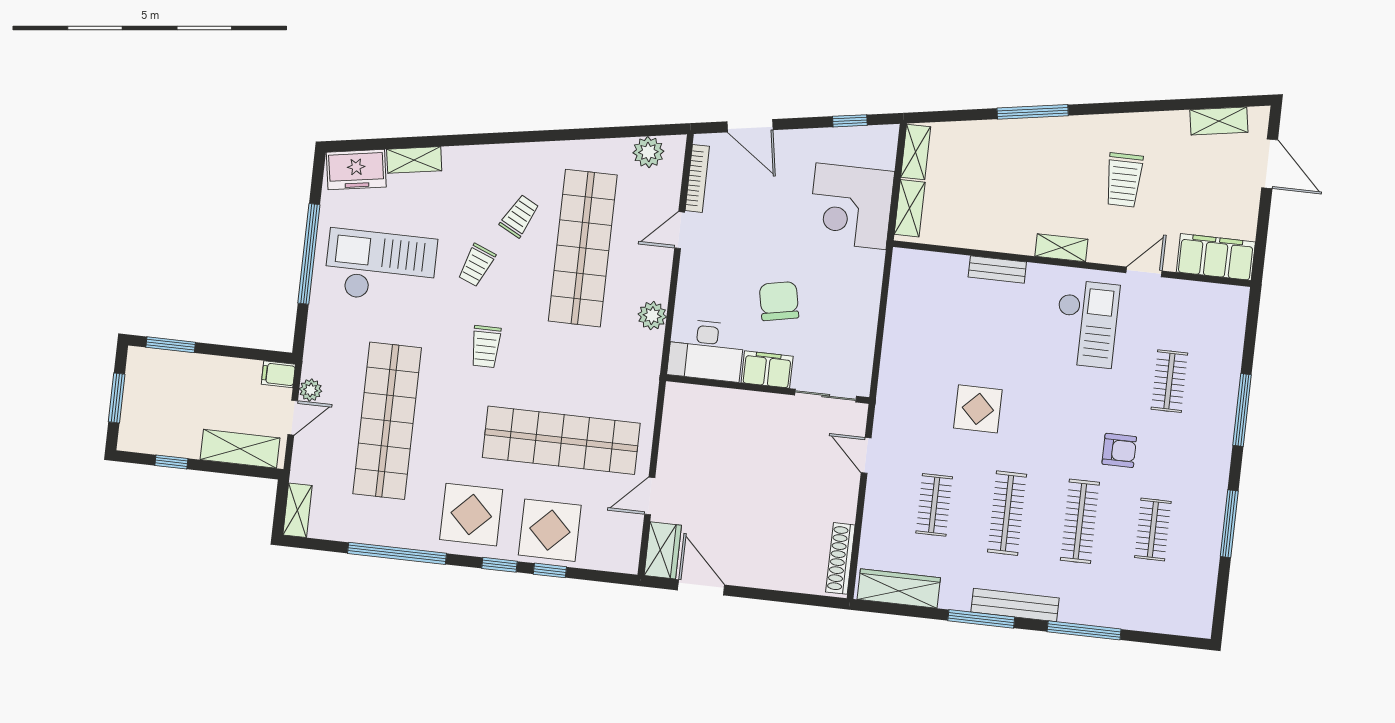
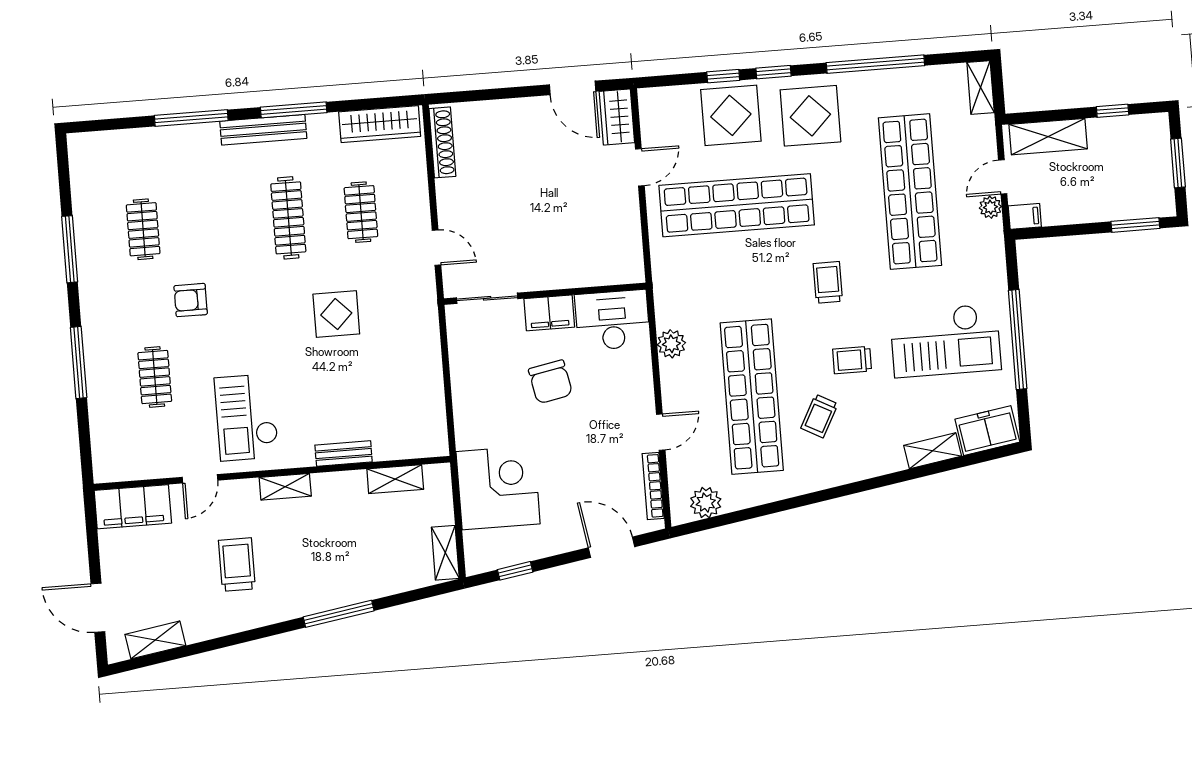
shelving: (910, 208) -> (395, 479), moved, turned 90
trolley: (476, 265) -> (852, 360), turned -112
clothes rail: (1080, 521) -> (216, 224), removed

